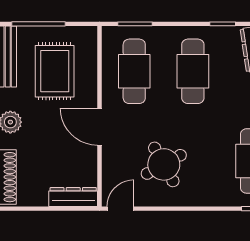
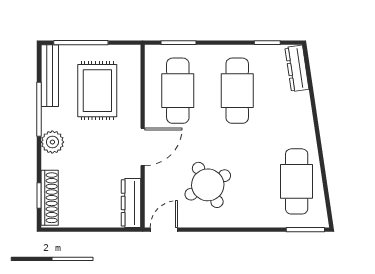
door: (100, 127) -> (143, 147), swing flipped
dresser: (73, 197) -> (131, 203), moved, turned -90

